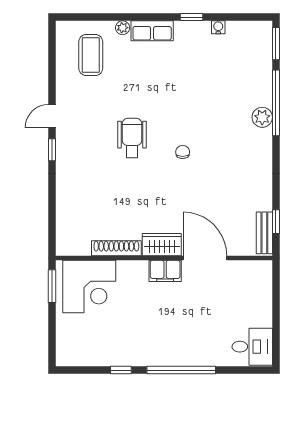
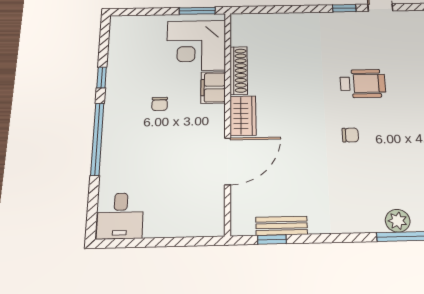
bench: (264, 233) -> (282, 226), moved
filing cabinet: (165, 271) -> (213, 87), moved
chair: (148, 318) -> (160, 104), added

